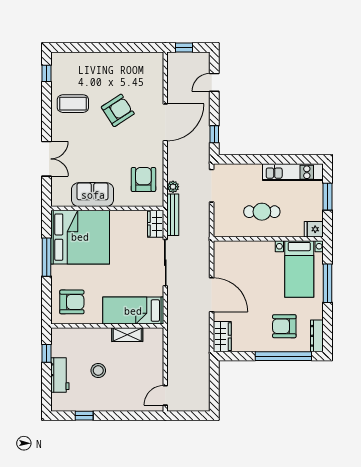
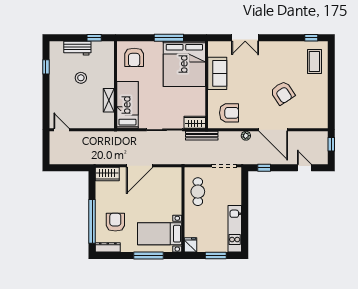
coffee table: (73, 104) -> (314, 62), moved
plant: (173, 187) -> (246, 136), moved
cafe table: (262, 212) -> (198, 192), moved

